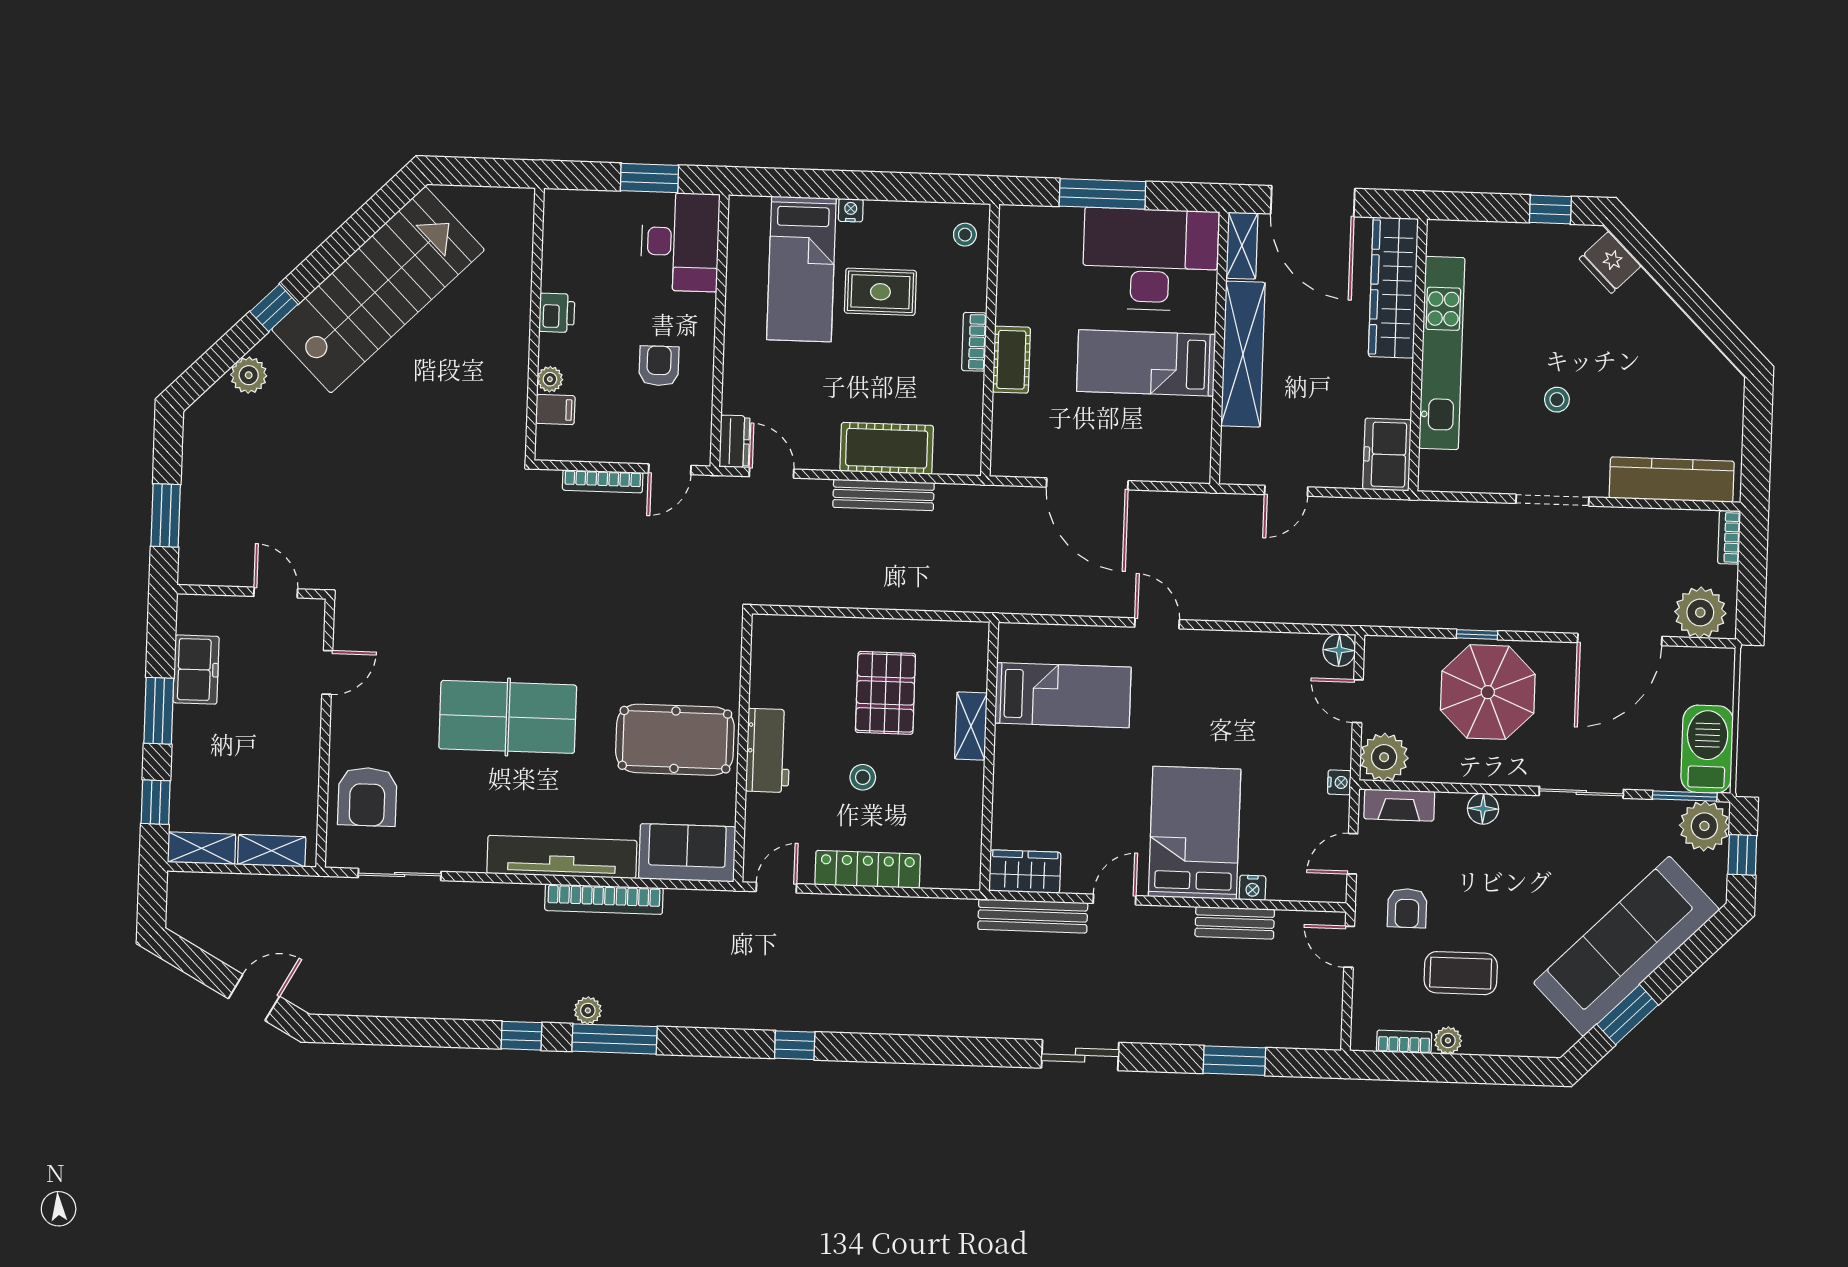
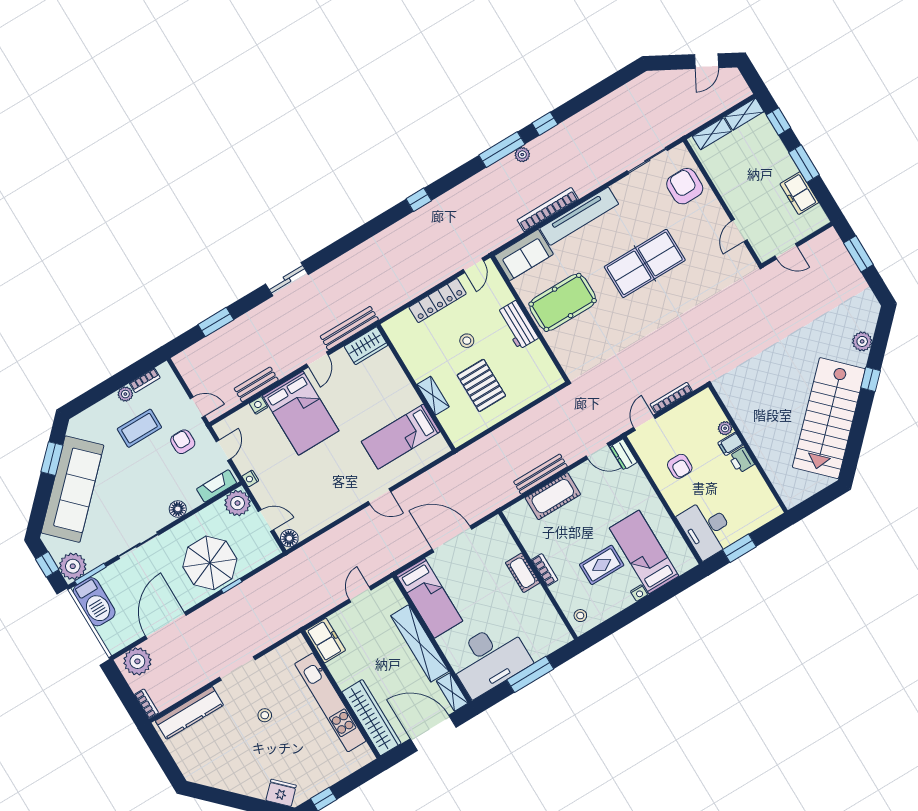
bed: (1146, 363) -> (429, 598), moved, turned 90
filing cabinet: (555, 410) -> (730, 444), moved
door: (254, 997) -> (707, 61), moved

